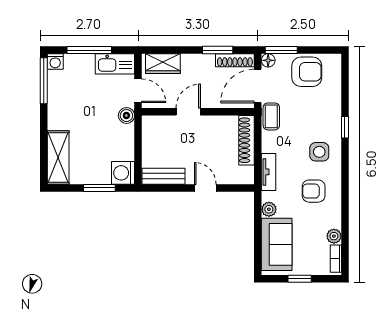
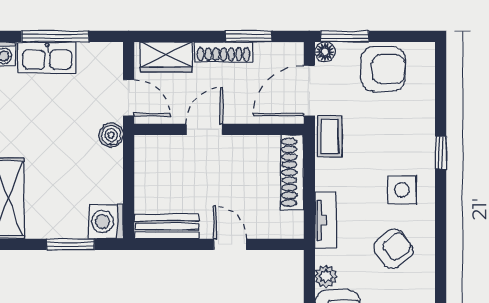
shoe rack: (235, 60) -> (224, 52), moved
kitchen sink: (115, 64) -> (47, 57), moved
armchair: (314, 191) -> (393, 249), turned 142

